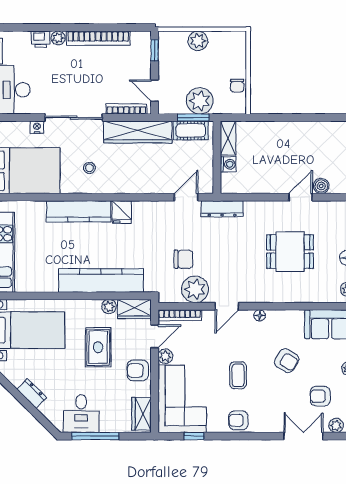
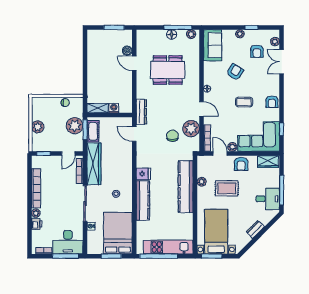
dining table: (290, 252) -> (168, 70), width x1.38
wardrobe: (134, 309) -> (203, 166), removed

